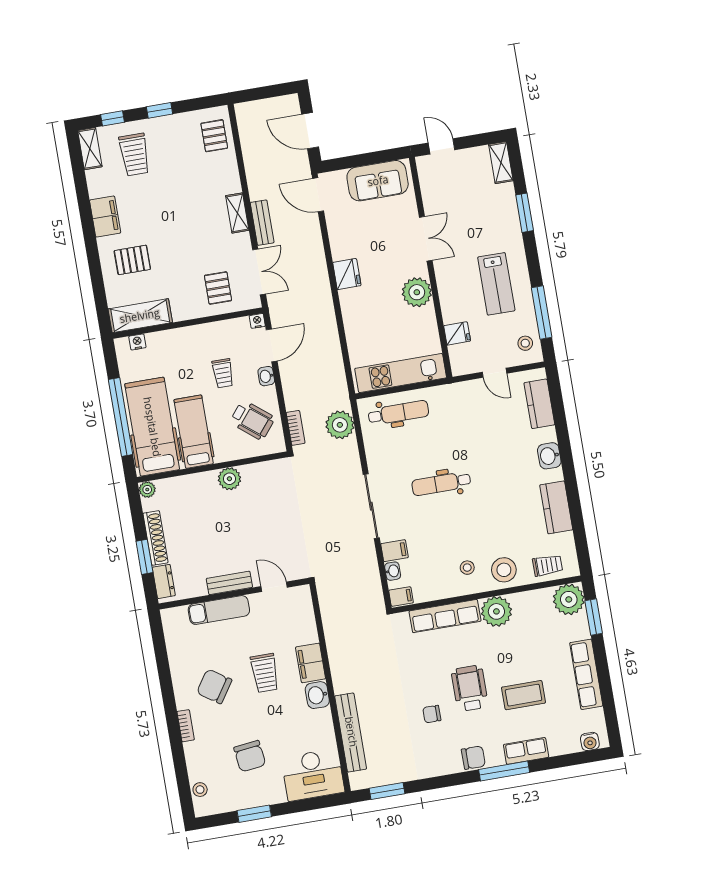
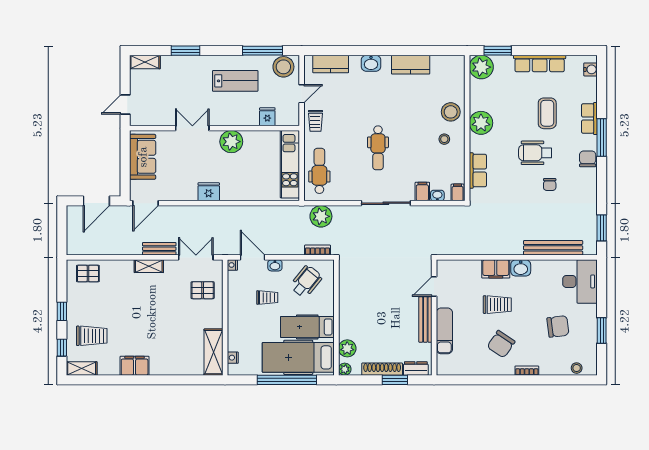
pallet: (132, 260) -> (171, 351), removed
stool: (525, 343) -> (283, 67), width x1.89, depth x1.89
plant: (229, 479) -> (347, 348), moved
trolley: (548, 565) -> (315, 121), moved, turned 180
bench: (229, 583) -> (425, 320), width x1.36
row of seats: (445, 616) -> (478, 171), width x0.68

